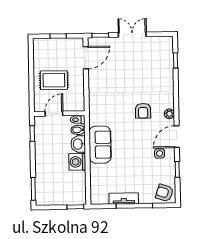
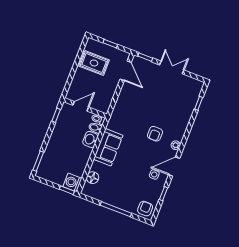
door: (86, 58) -> (126, 71), hinge flipped
rug: (54, 80) -> (94, 63), moved
washing machine: (77, 162) -> (72, 182), moved
floor lamp: (97, 183) -> (93, 178), added
armchair: (164, 193) -> (145, 209), turned 72
tv unit: (124, 198) -> (110, 200), removed

